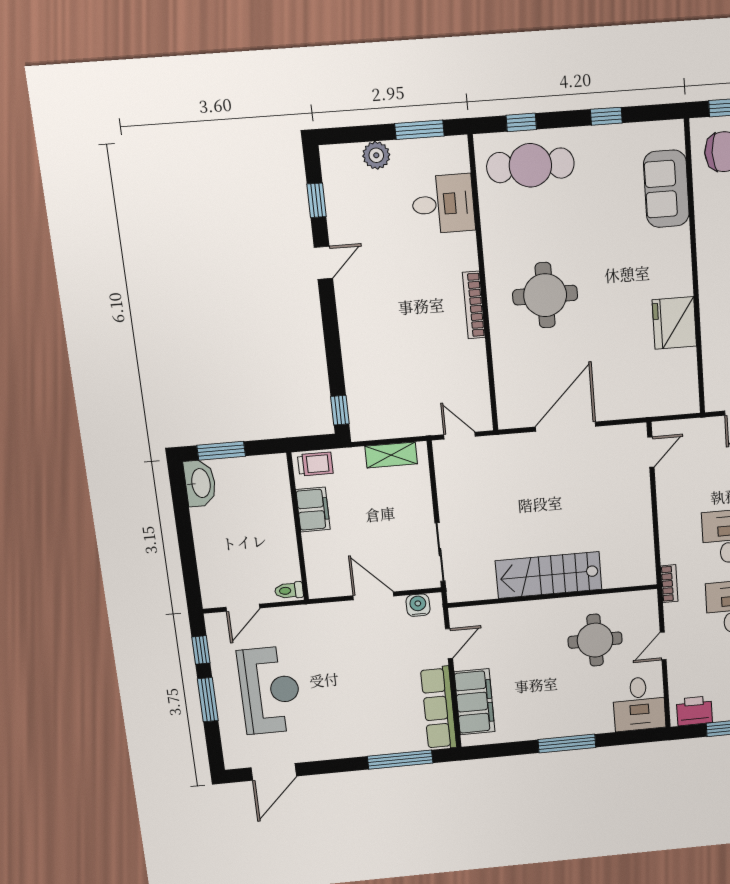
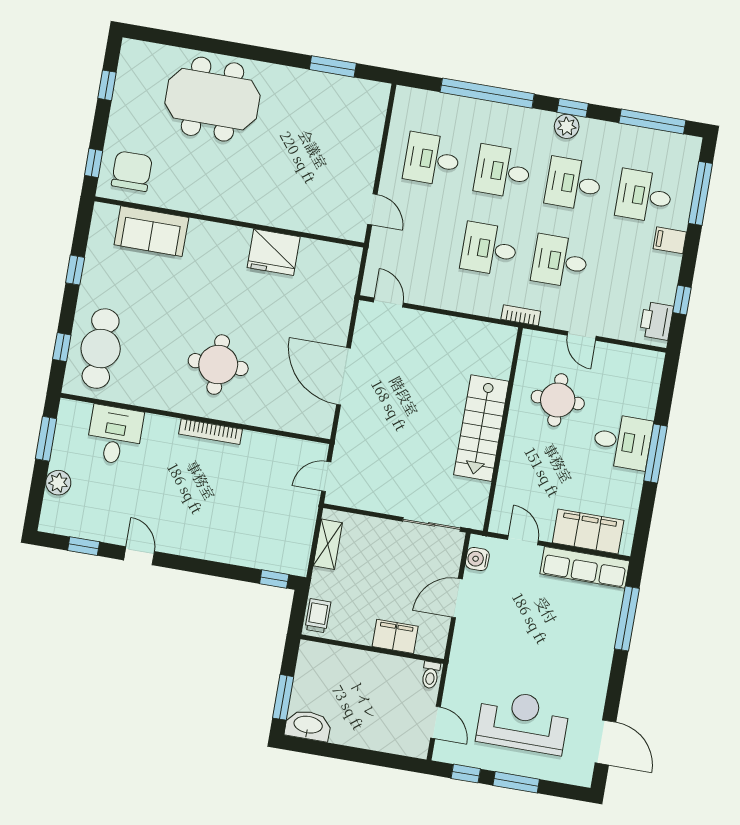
filing cabinet: (313, 509) -> (395, 636), moved
desk: (639, 704) -> (622, 442), moved

